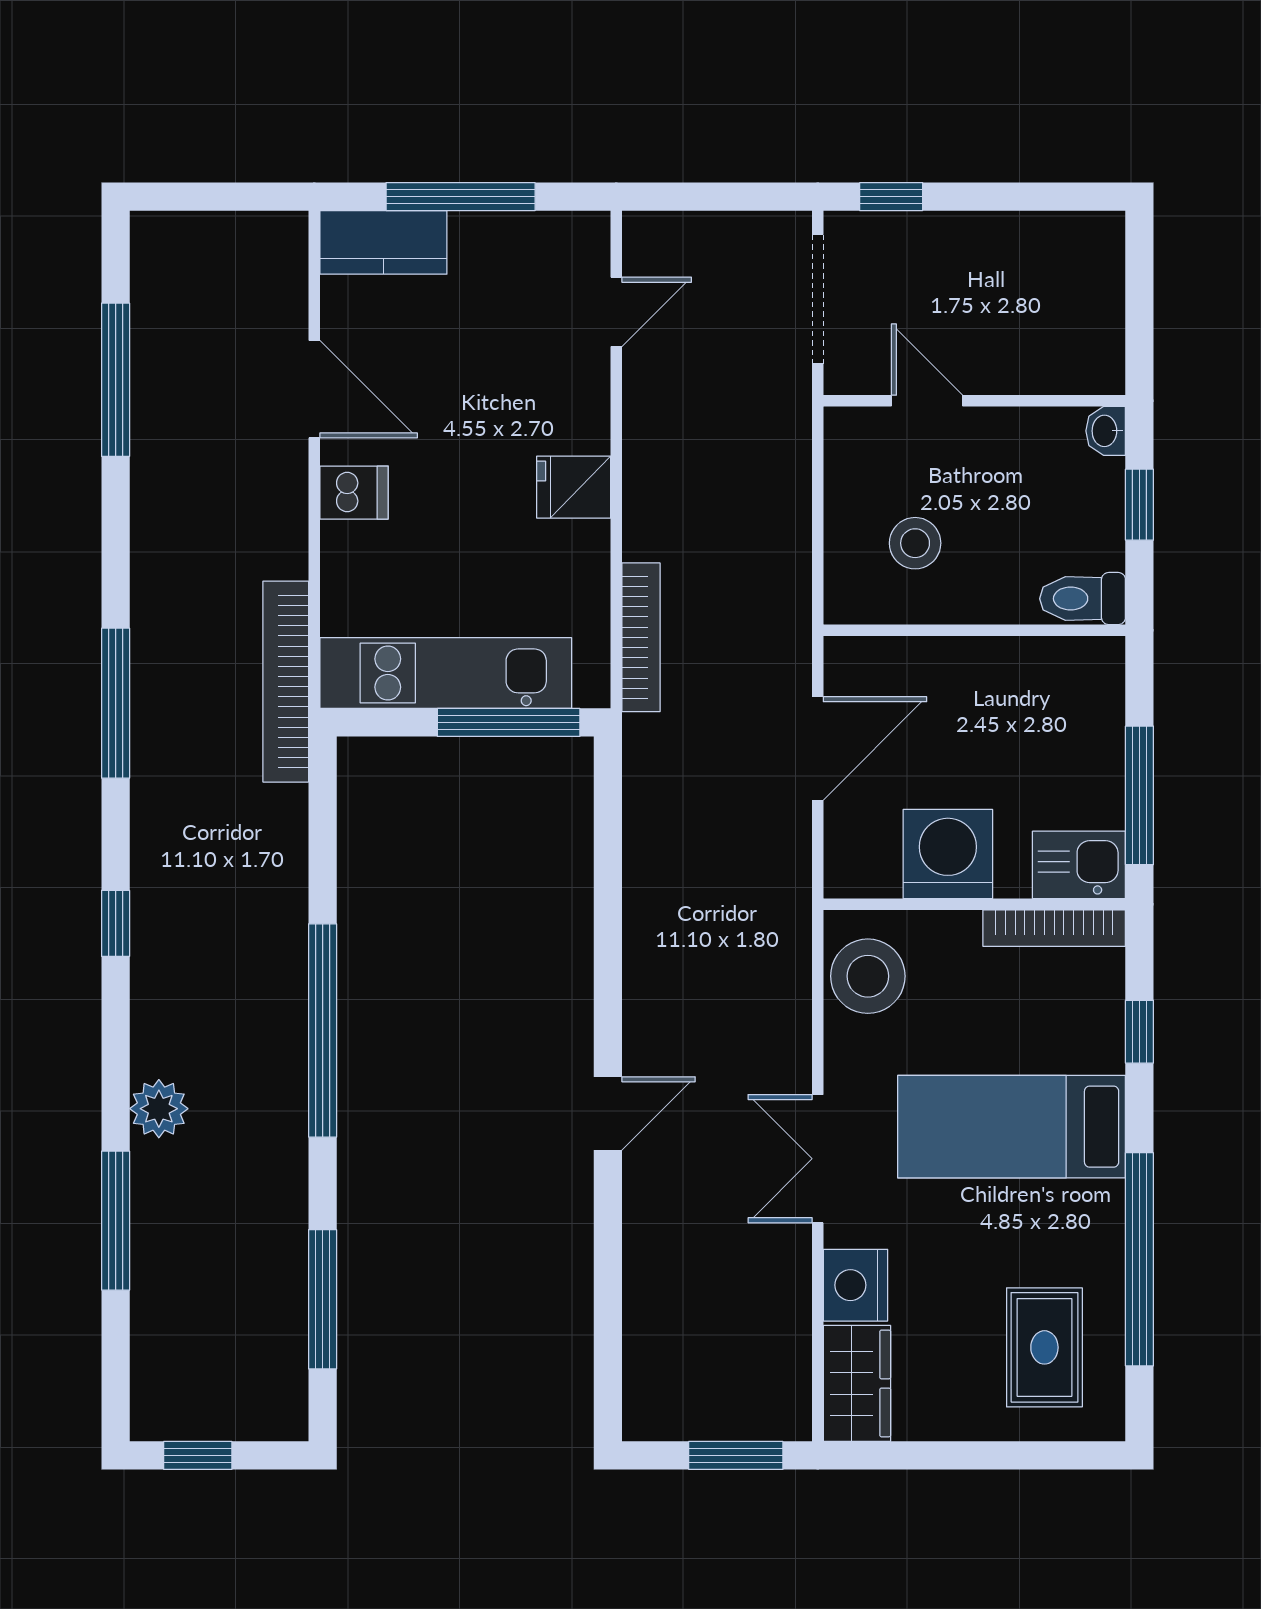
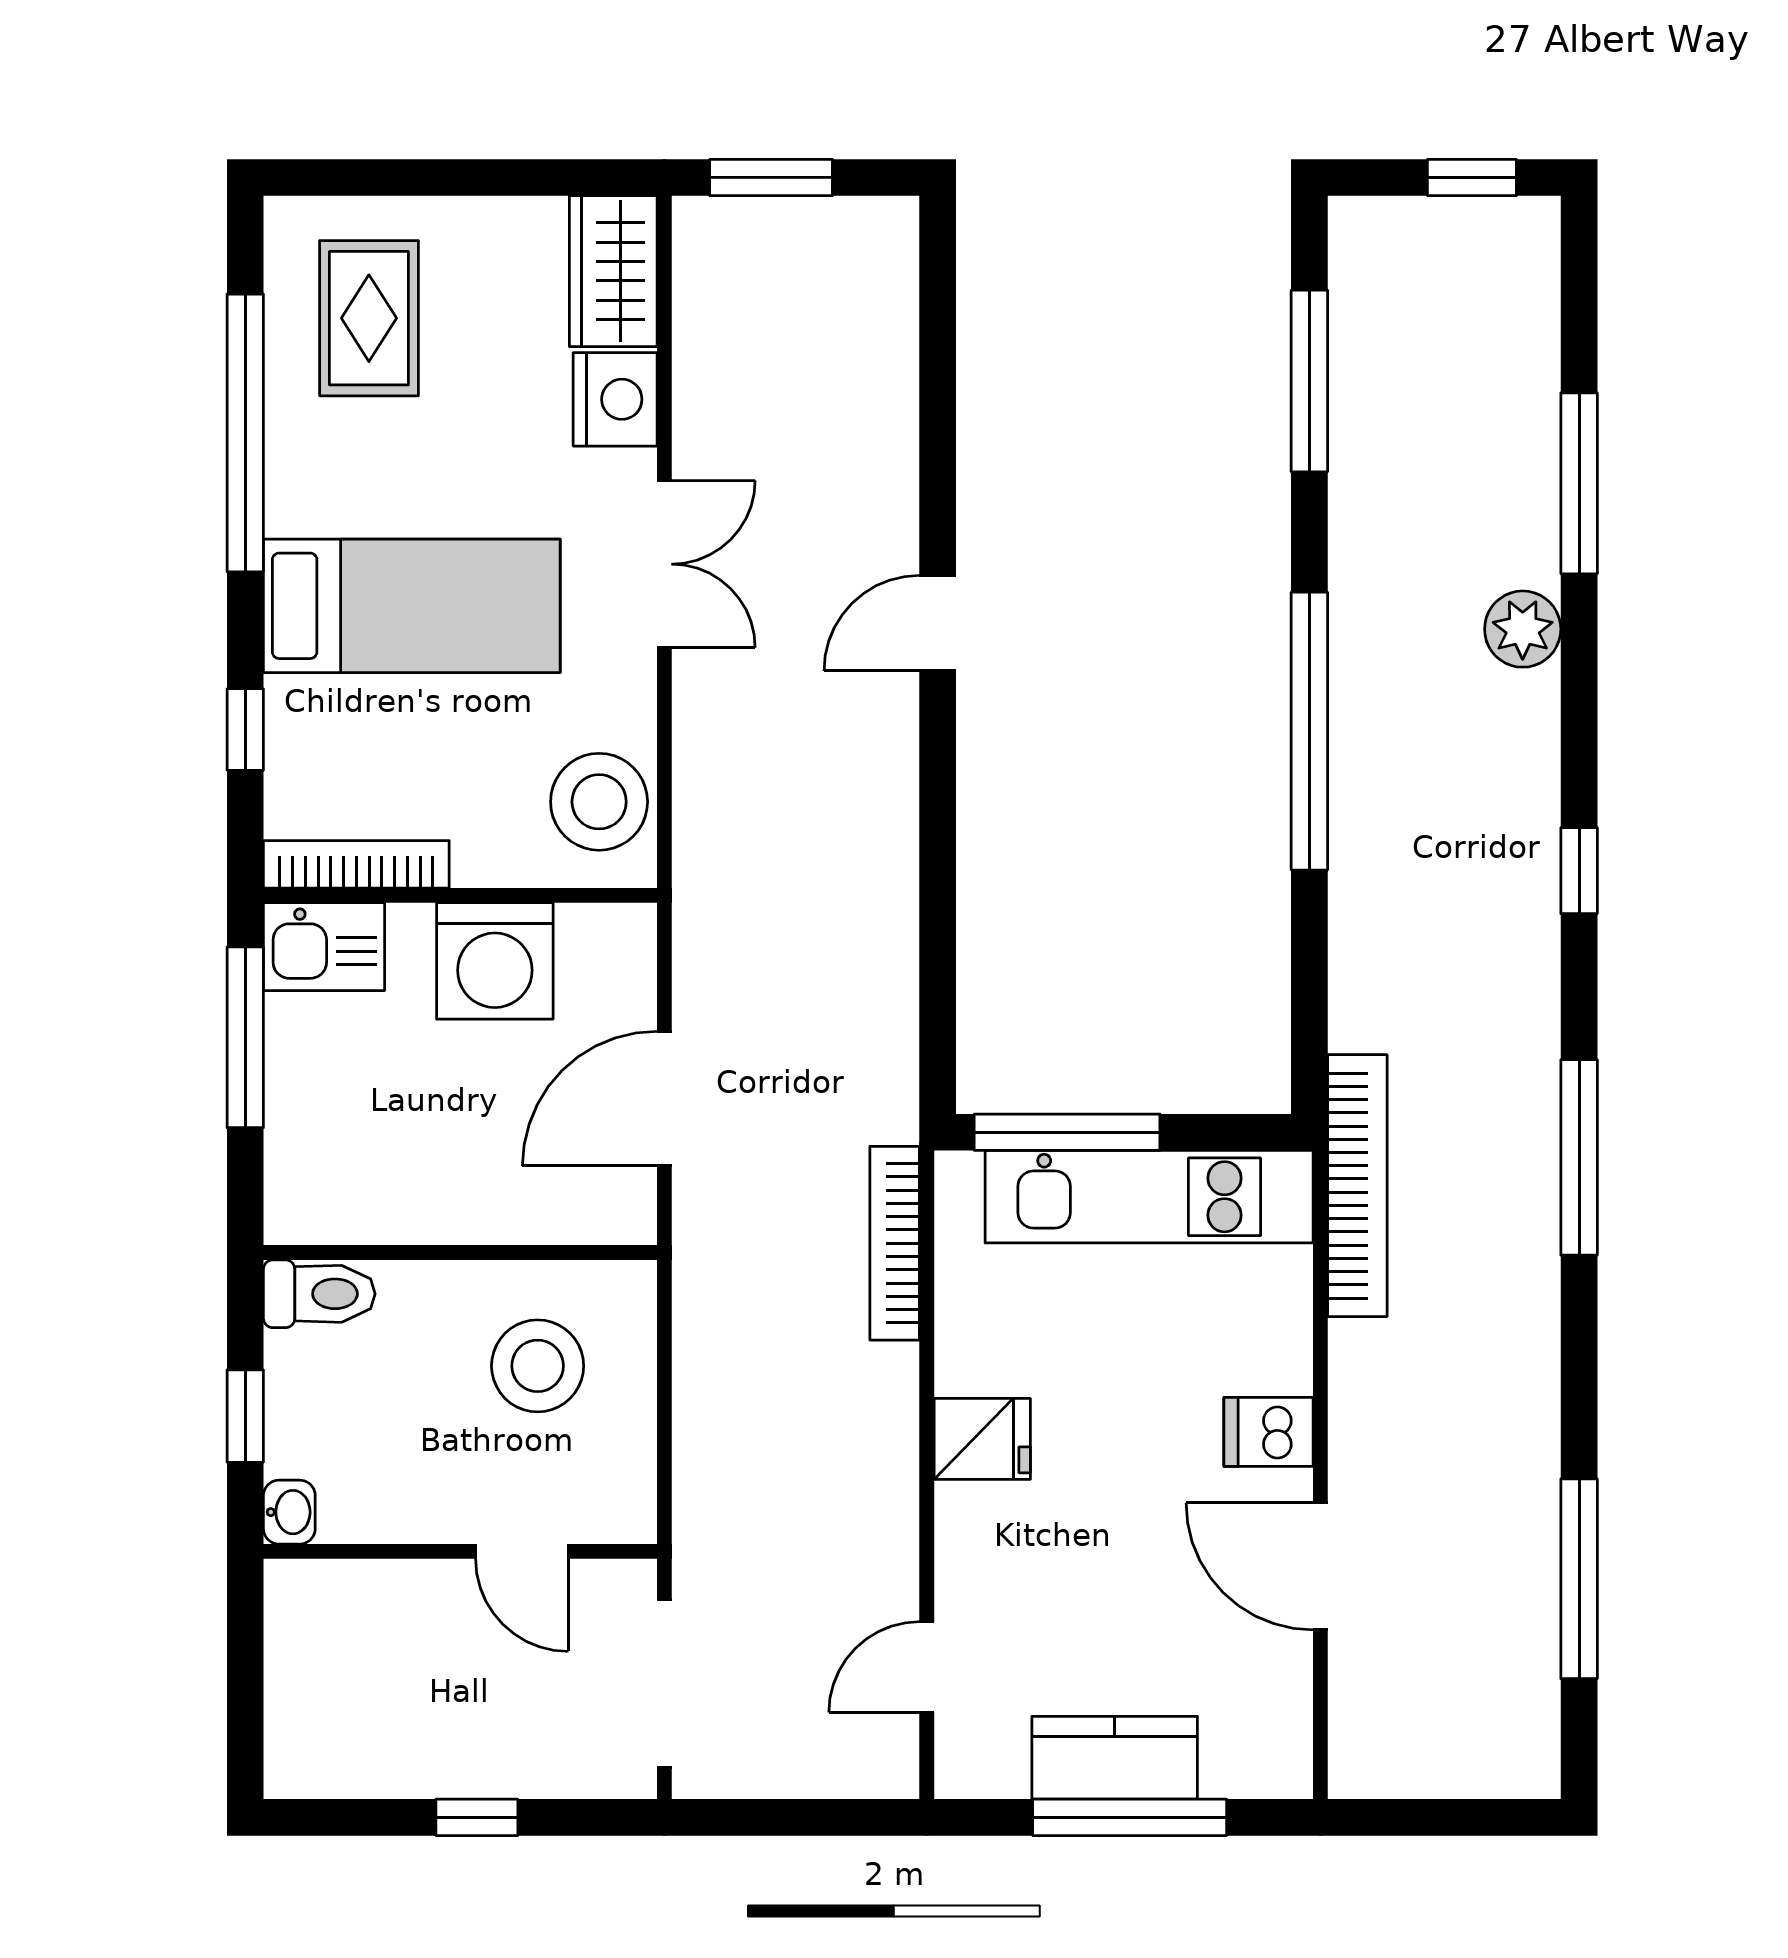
window: (891, 197) -> (477, 1817), moved
kitchen counter: (383, 242) -> (1115, 1758), moved
stool: (915, 543) -> (538, 1366), width x1.38, depth x1.38

